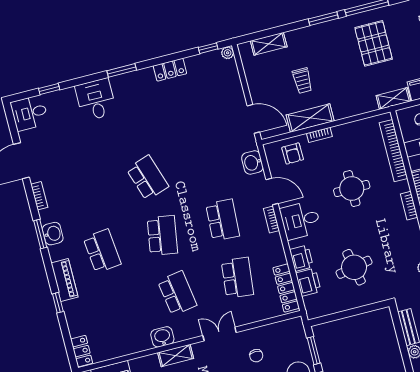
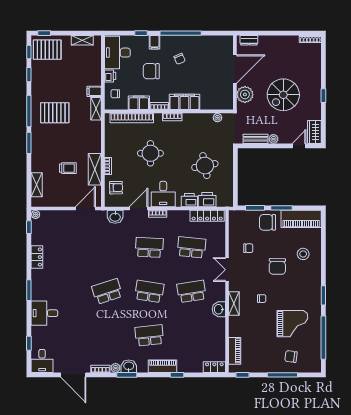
plant: (46, 216) -> (116, 368), added

